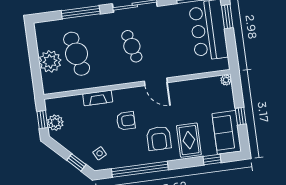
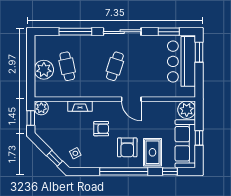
cafe table: (132, 46) -> (115, 66), turned 33
cafe table: (77, 54) -> (67, 66), width x0.73, depth x0.74
plant: (226, 80) -> (187, 110), width x1.88, depth x1.88
plant: (55, 123) -> (41, 108), moved
sofa: (227, 132) -> (185, 144), width x1.36
window: (140, 169) -> (124, 171), moved

